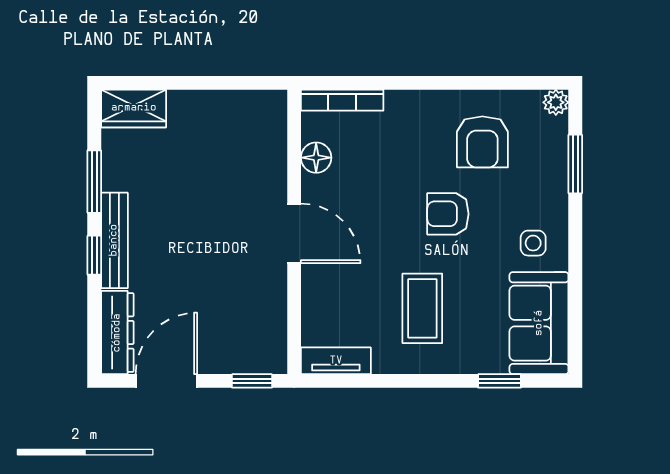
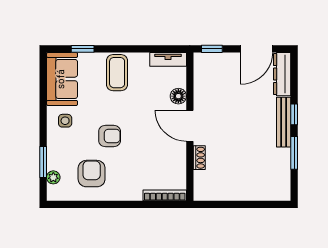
plant: (556, 102) -> (53, 177), moved
wardrobe: (134, 108) -> (274, 191), removed
floor lamp: (316, 158) -> (178, 96), moved
shoe rack: (276, 172) -> (199, 158), added
coffee table: (422, 308) -> (117, 73), moved

